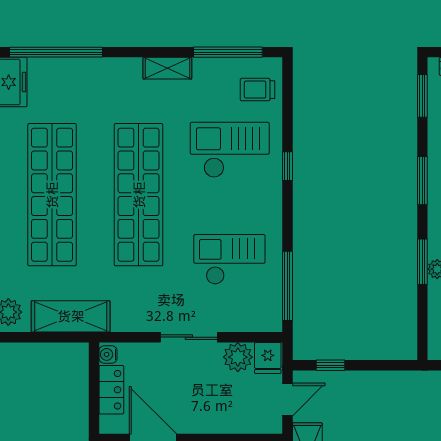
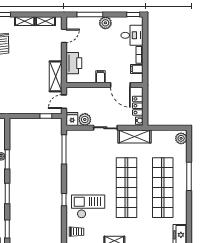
checkout: (230, 150) -> (88, 206), turned 180
checkout: (229, 259) -> (88, 160), removed
shelving: (71, 316) -> (134, 137), moved

